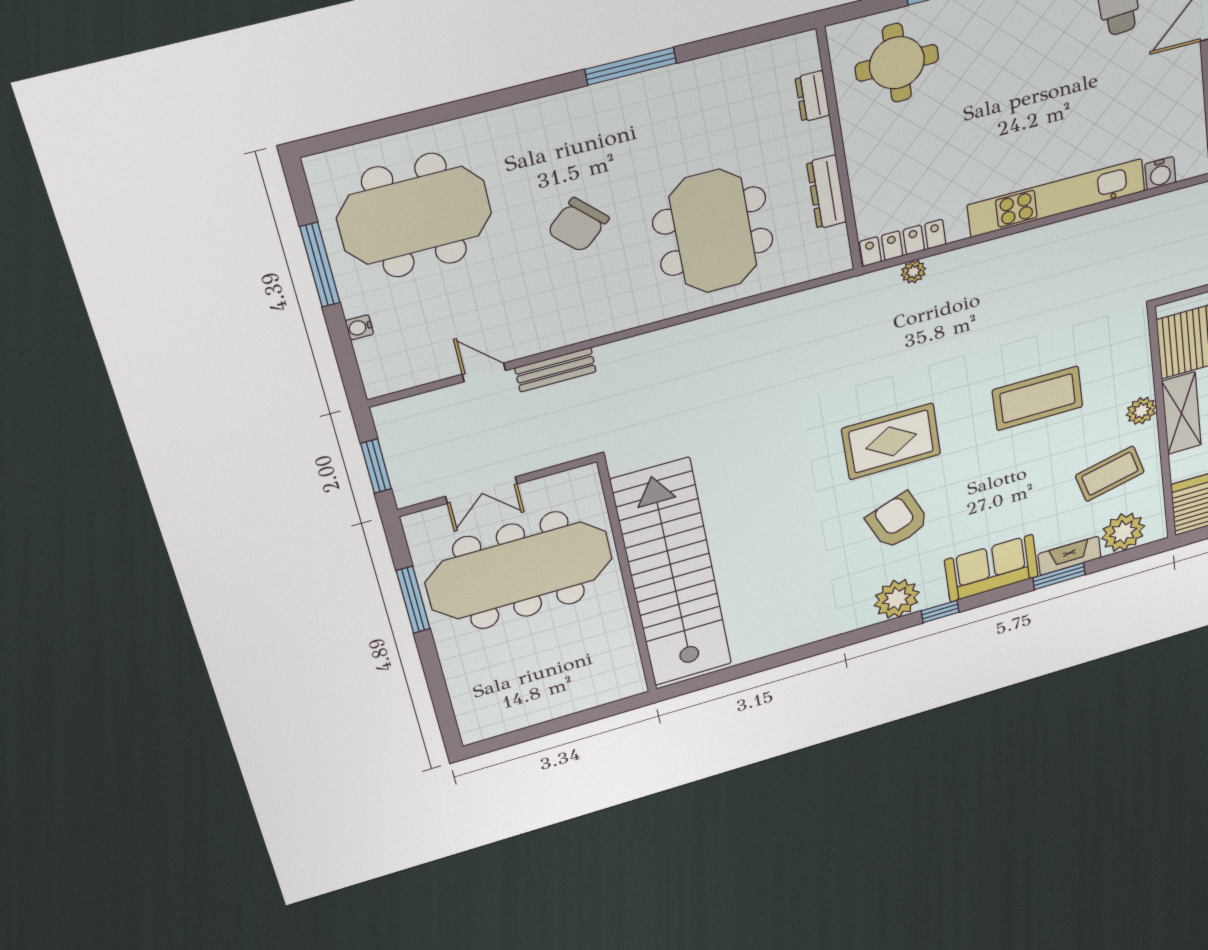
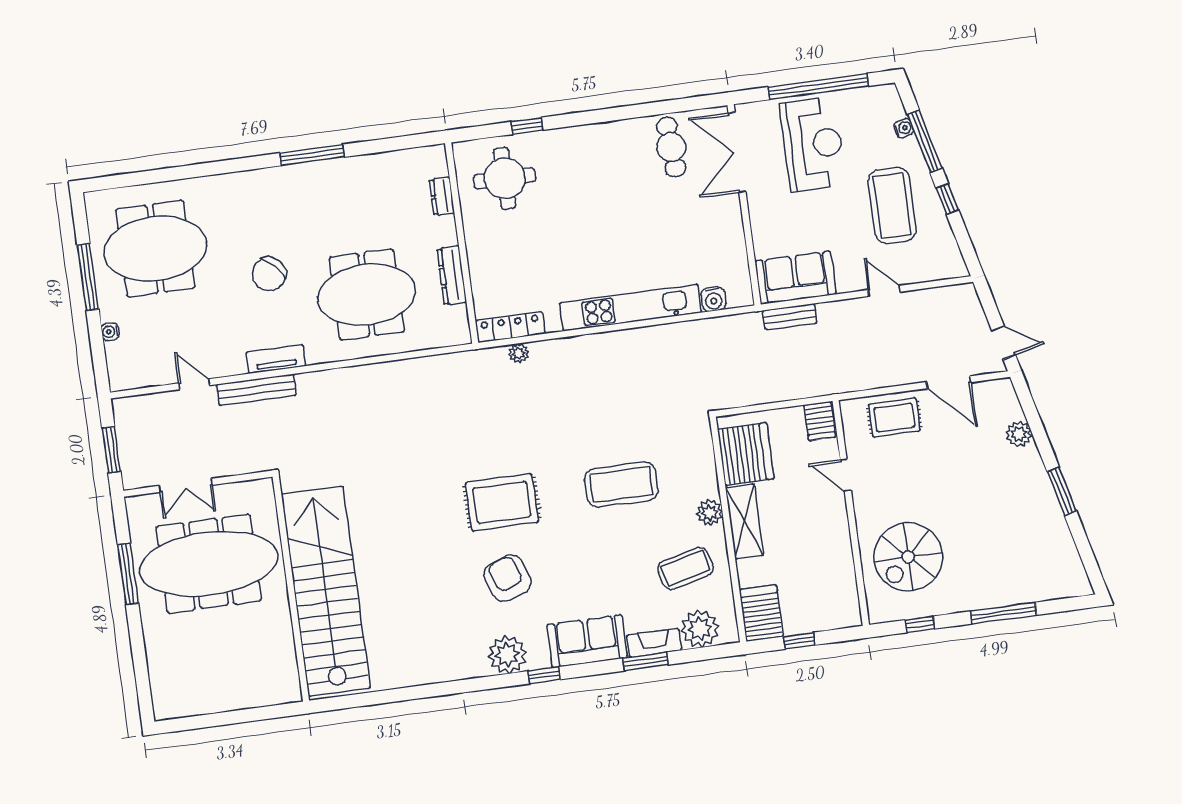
meeting table: (713, 231) -> (367, 295), turned 90
tv unit: (594, 326) -> (276, 359), added
bench: (555, 370) -> (256, 390), width x1.36

